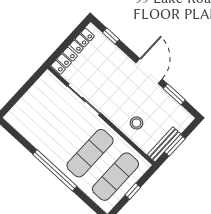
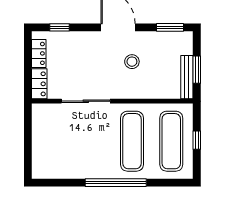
window: (174, 94) -> (170, 27), moved
stool: (136, 123) -> (132, 62), moved

